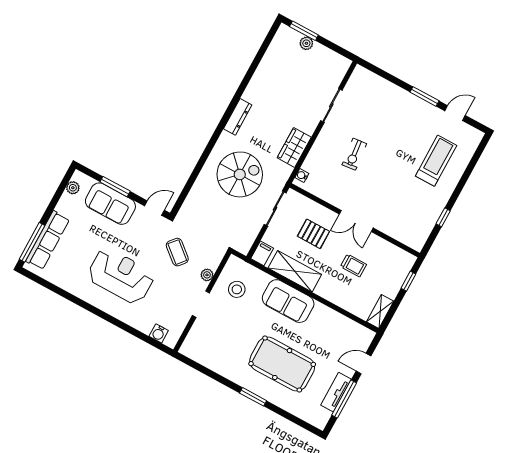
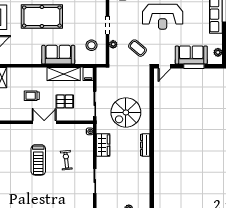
treadmill: (436, 161) -> (38, 160), moved

